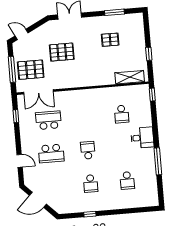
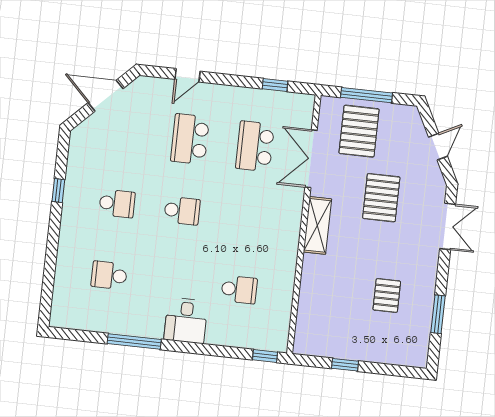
door: (22, 34) -> (438, 147), moved
shelving: (130, 77) -> (317, 225), moved
double door: (38, 92) -> (311, 159), moved
school desk: (122, 114) -> (239, 290), turned 180
school desk: (48, 120) -> (255, 146), turned 180
school desk: (91, 184) -> (117, 204), turned 180
door: (38, 200) -> (106, 96), hinge flipped

